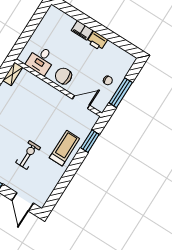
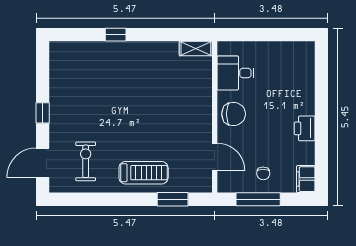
filing cabinet: (82, 30) -> (306, 179), moved
chair: (63, 76) -> (234, 114), turned 90
exercise bike: (28, 155) -> (86, 161), moved, turned -90

